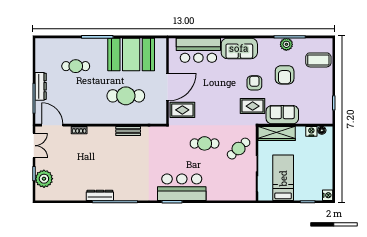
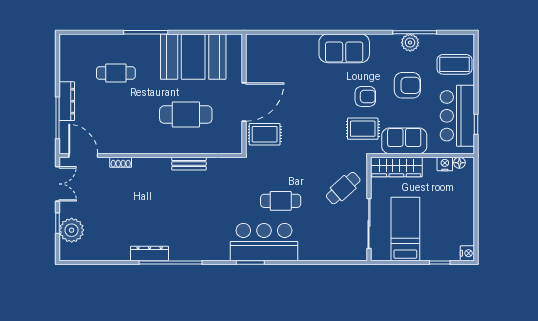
bar counter: (198, 50) -> (457, 116), moved, turned 90
armchair: (285, 75) -> (407, 85), turned -90
armchair: (254, 83) -> (365, 96), turned 90
cafe table: (205, 143) -> (281, 201), moved

